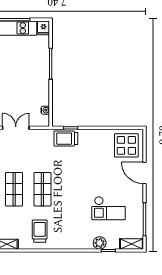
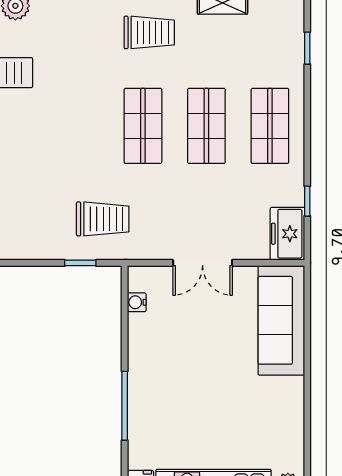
trolley: (66, 139) -> (103, 219), moved
trolley: (40, 231) -> (149, 32), turned -90

